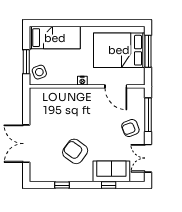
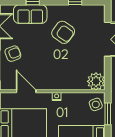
plant: (39, 97) -> (96, 81), added

